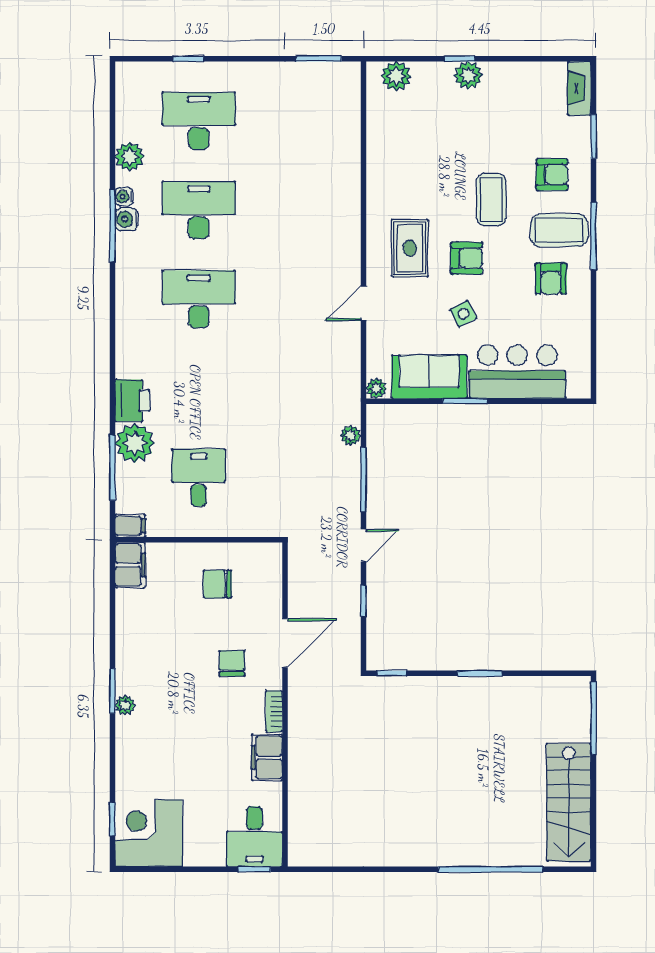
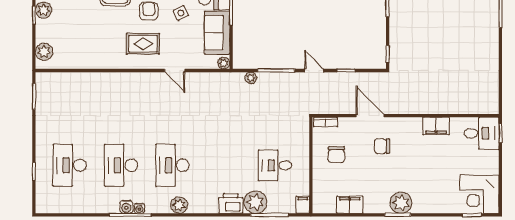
plant: (130, 157) -> (179, 205), moved
water cooler: (124, 197) -> (139, 208), moved
filing cabinet: (130, 565) -> (350, 205), moved
plant: (125, 705) -> (401, 203), width x1.88, depth x1.88
bookcase: (274, 711) -> (326, 122), moved

